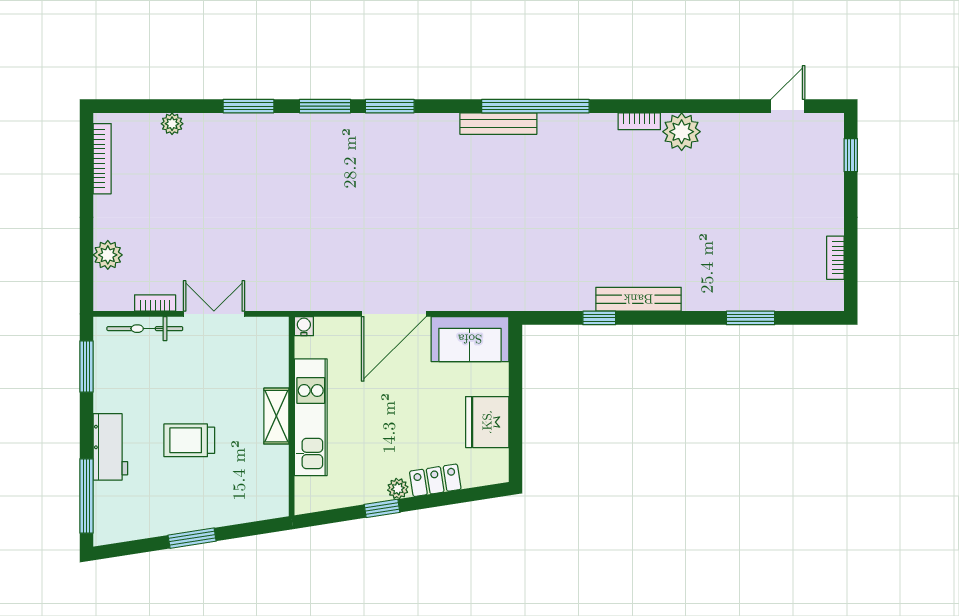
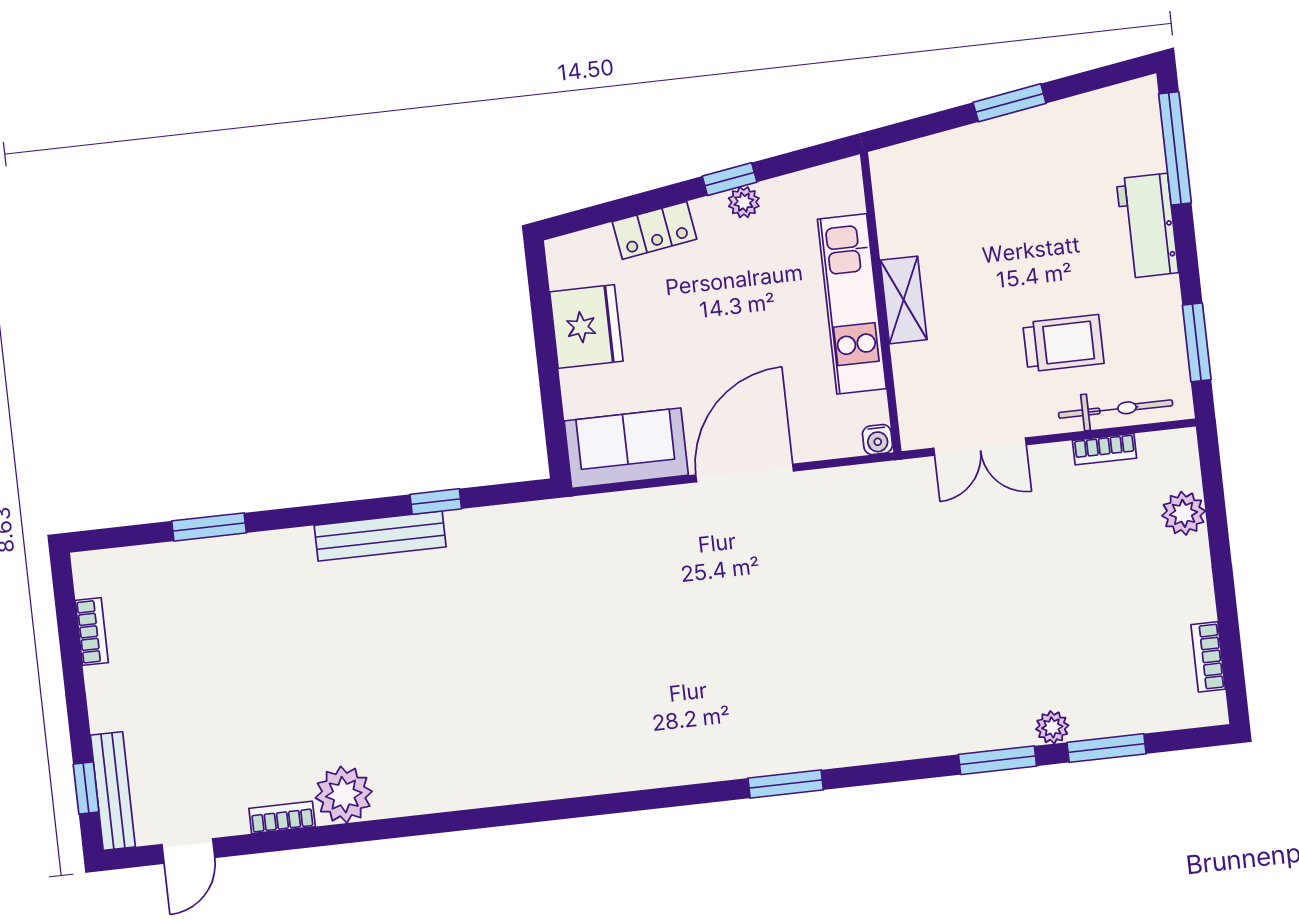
window: (325, 106) -> (1107, 748), moved
window: (535, 106) -> (567, 809), removed
bookcase: (639, 121) -> (282, 817), moved
plant: (172, 124) -> (1052, 727), moved
bench: (498, 124) -> (113, 791), moved, turned 90
bookcase: (102, 159) -> (1208, 657), width x0.64
double door: (214, 314) -> (980, 447), moved
trolley: (189, 440) -> (1063, 343), moved
plant: (398, 489) -> (744, 202), moved

